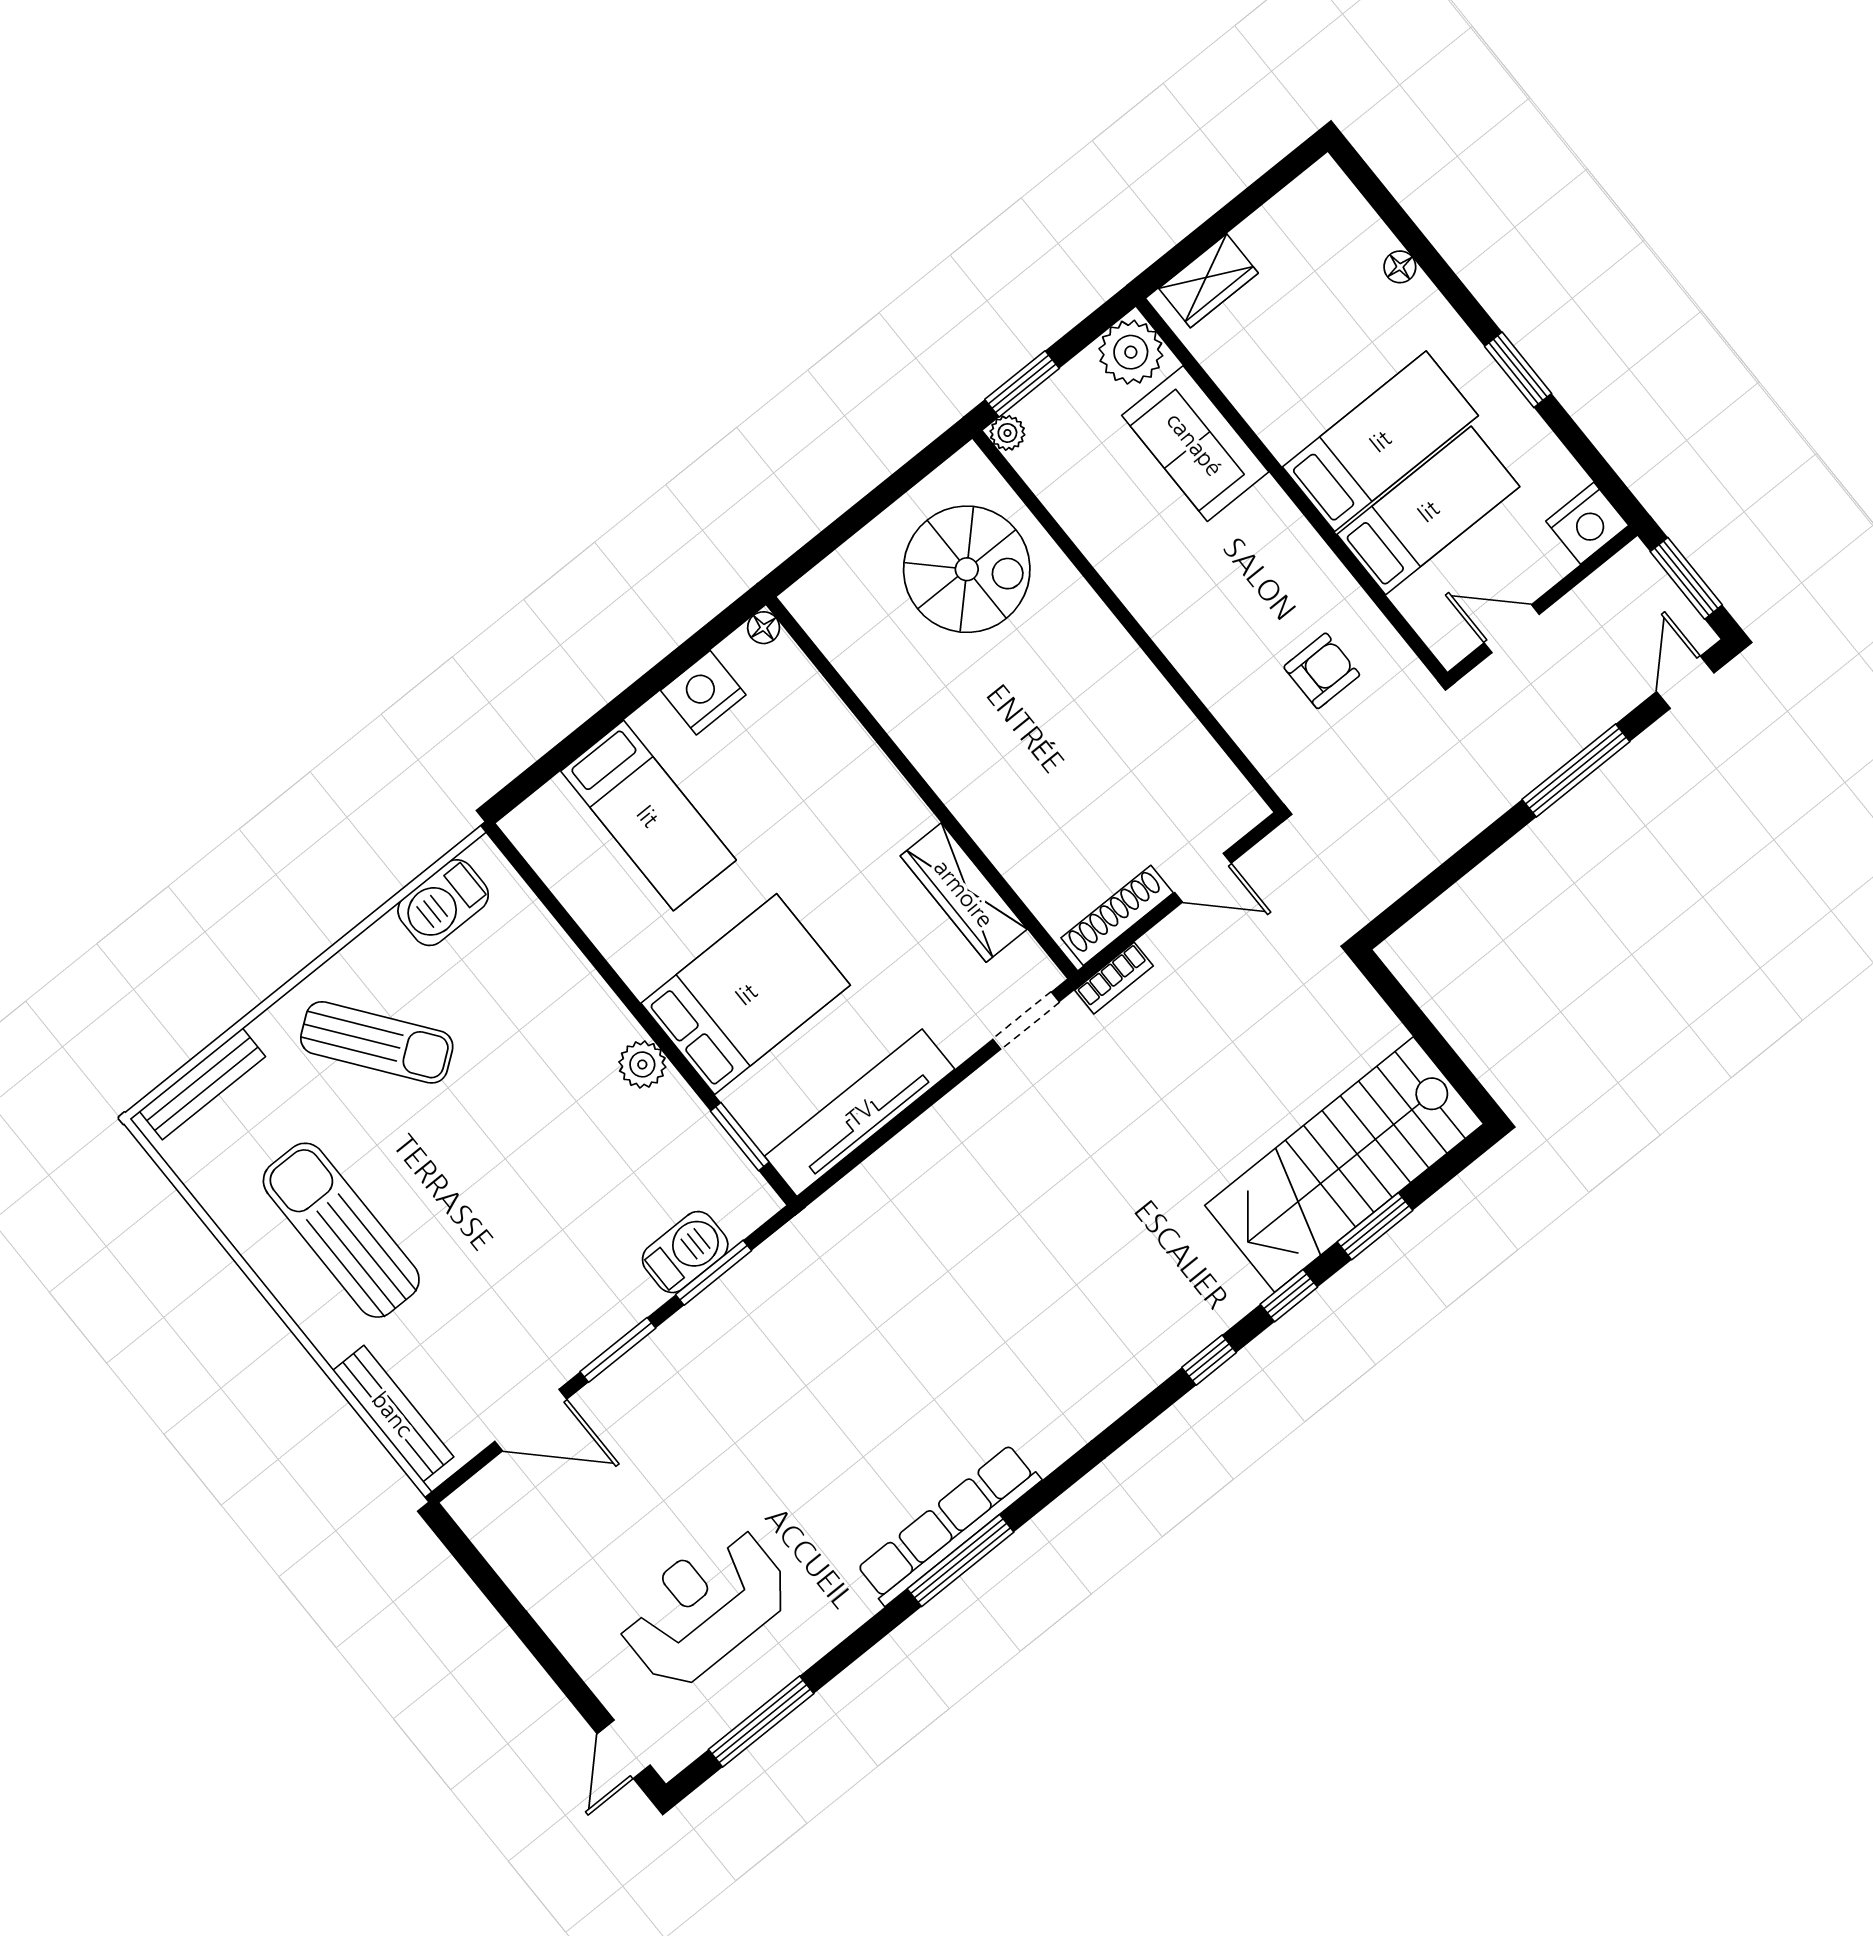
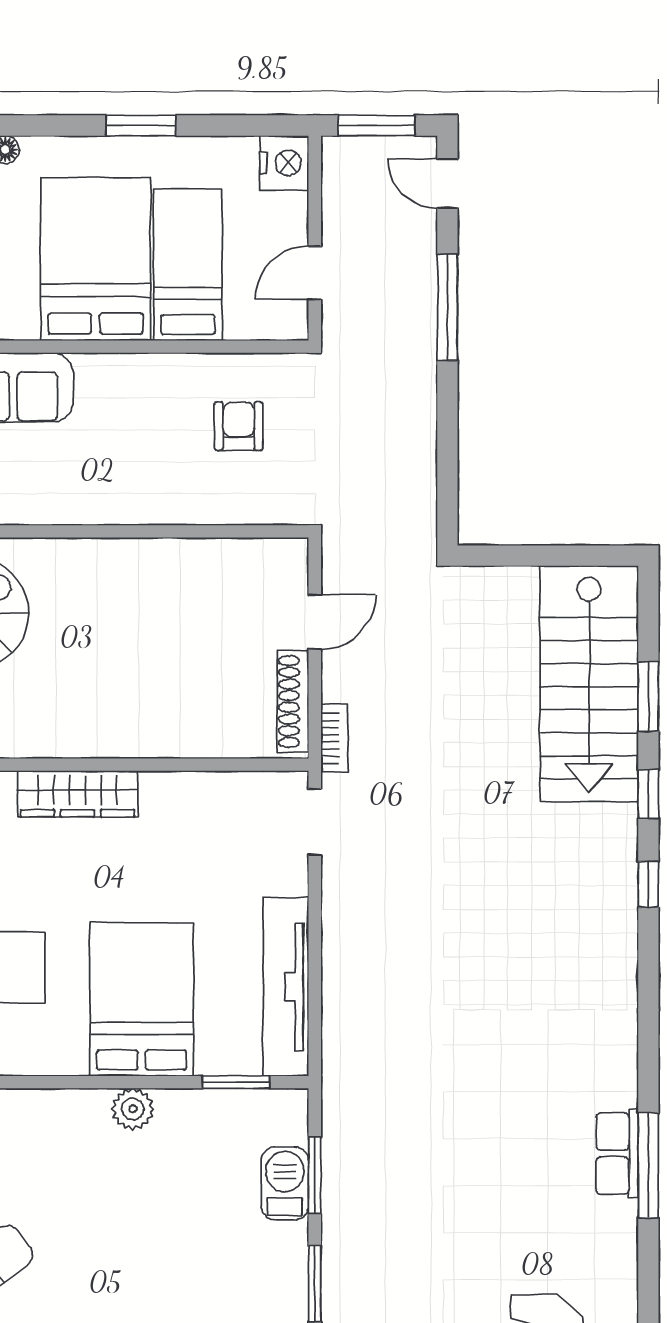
bed: (1380, 441) -> (96, 259), width x1.50
wardrobe: (964, 893) -> (78, 794), moved
row of seats: (949, 1525) -> (617, 1154), width x0.50

